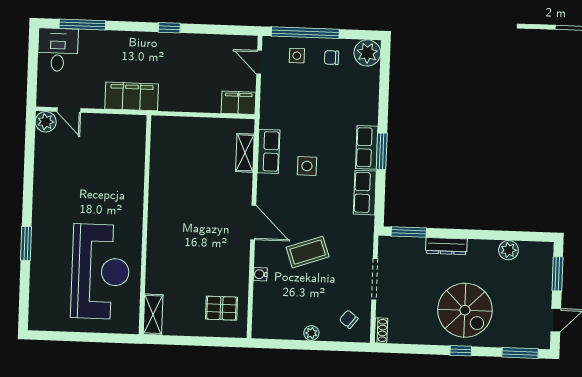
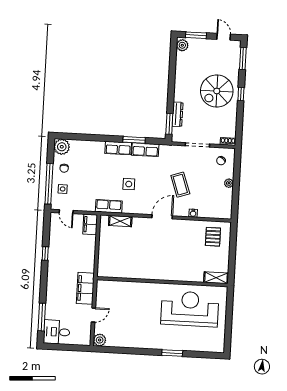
window: (169, 28) -> (45, 253), moved
door: (259, 62) -> (66, 212), hinge flipped
door: (69, 110) -> (93, 315), moved
row of seats: (269, 151) -> (109, 206), moved
window: (382, 151) -> (134, 140), moved
dresser: (446, 246) -> (177, 114), moved
plant: (508, 250) -> (182, 45), moved
spiral stairs: (465, 310) -> (217, 91), turned 180

